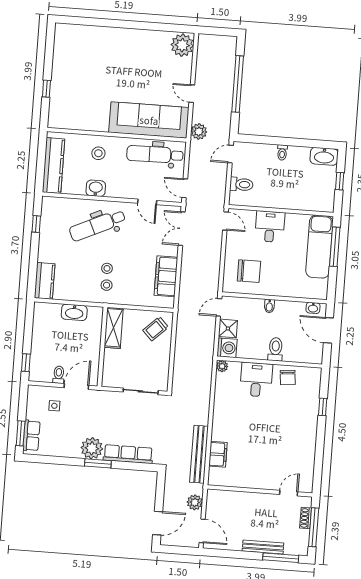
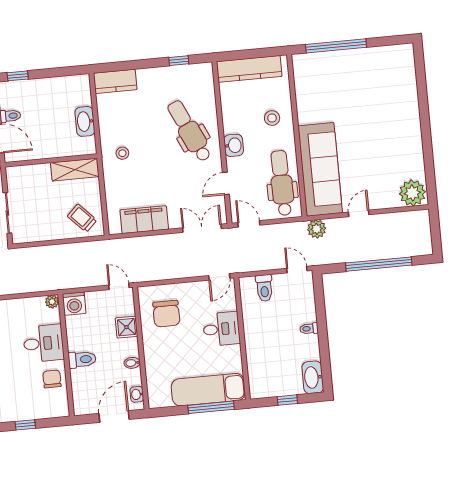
window: (46, 89) -> (336, 46), width x3.17
washbasin: (96, 188) -> (234, 145), moved
door: (185, 188) -> (249, 224), hinge flipped
stool: (107, 268) -> (142, 150), removed
bidet: (269, 306) -> (132, 363), moved
shower: (228, 328) -> (126, 327), moved
chair: (288, 378) -> (52, 379), turned 95

